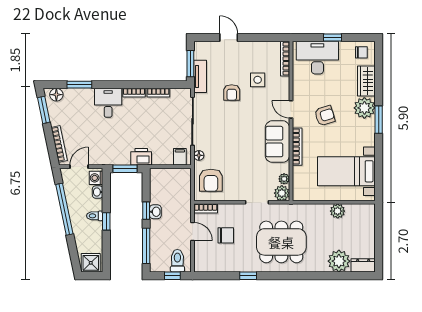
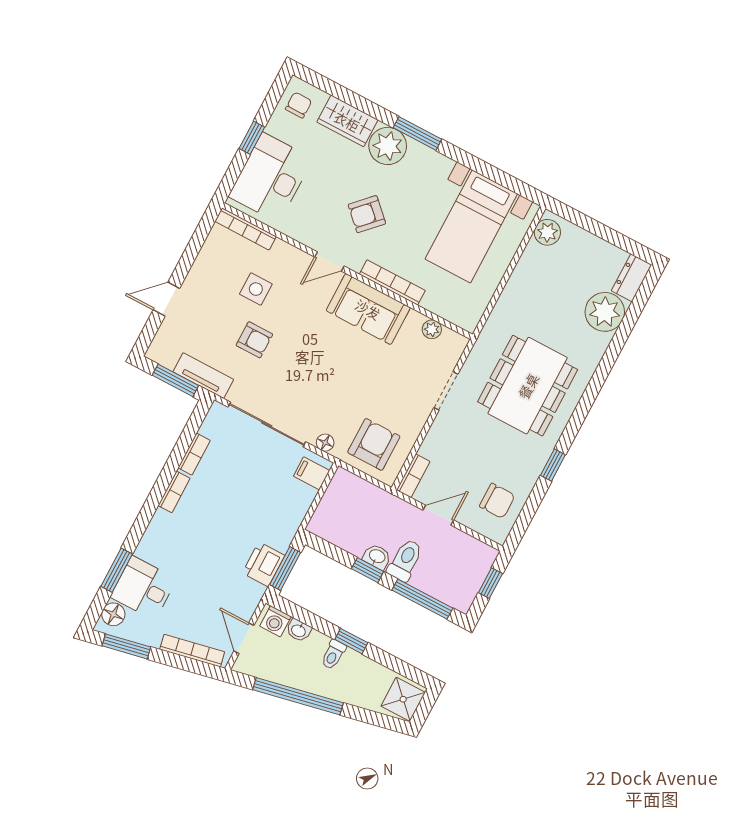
desk: (108, 103) -> (143, 588), moved
armchair: (325, 116) -> (367, 214), turned -119
printer: (141, 157) -> (263, 564), moved
armchair: (211, 180) -> (374, 444), turned -90
plant: (282, 193) -> (452, 345), removed
plant: (338, 211) -> (547, 232), moved
chair: (226, 235) -> (497, 501), moved, turned 90
toilet: (177, 261) -> (405, 560), moved, turned 90

